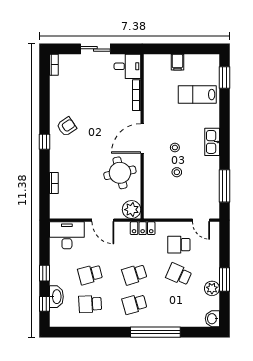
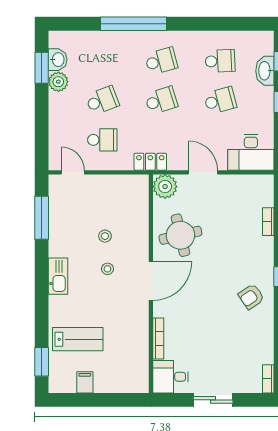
filing cabinet: (177, 62) -> (85, 382), moved
school desk: (179, 274) -> (102, 100), turned -45
window: (224, 279) -> (42, 68), moved
washbasin: (212, 319) -> (58, 60), moved

